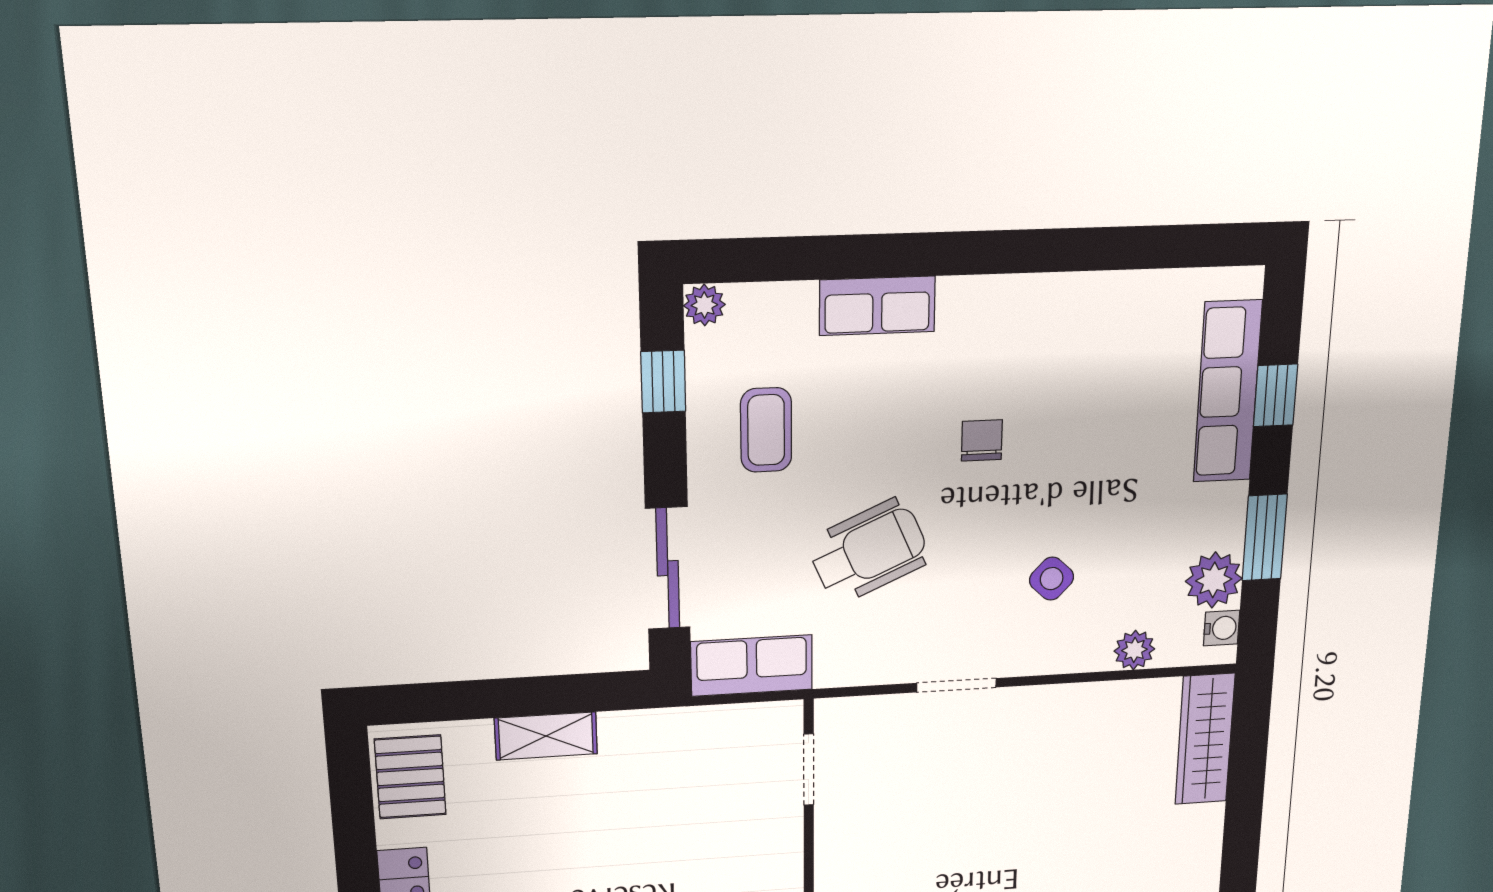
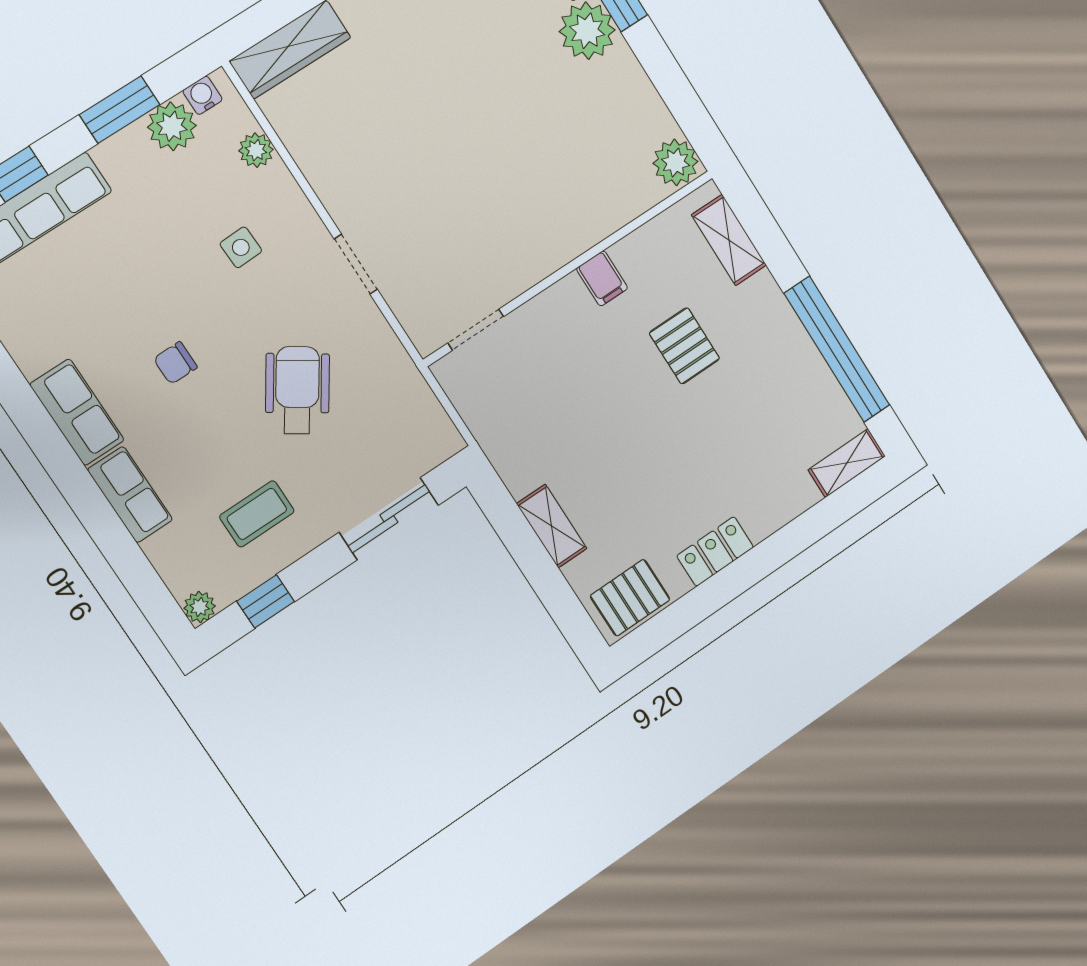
wheelchair: (869, 551) -> (297, 390), turned 58
side table: (1052, 579) -> (241, 247), turned 45
row of seats: (752, 666) -> (77, 412), moved, turned 180

